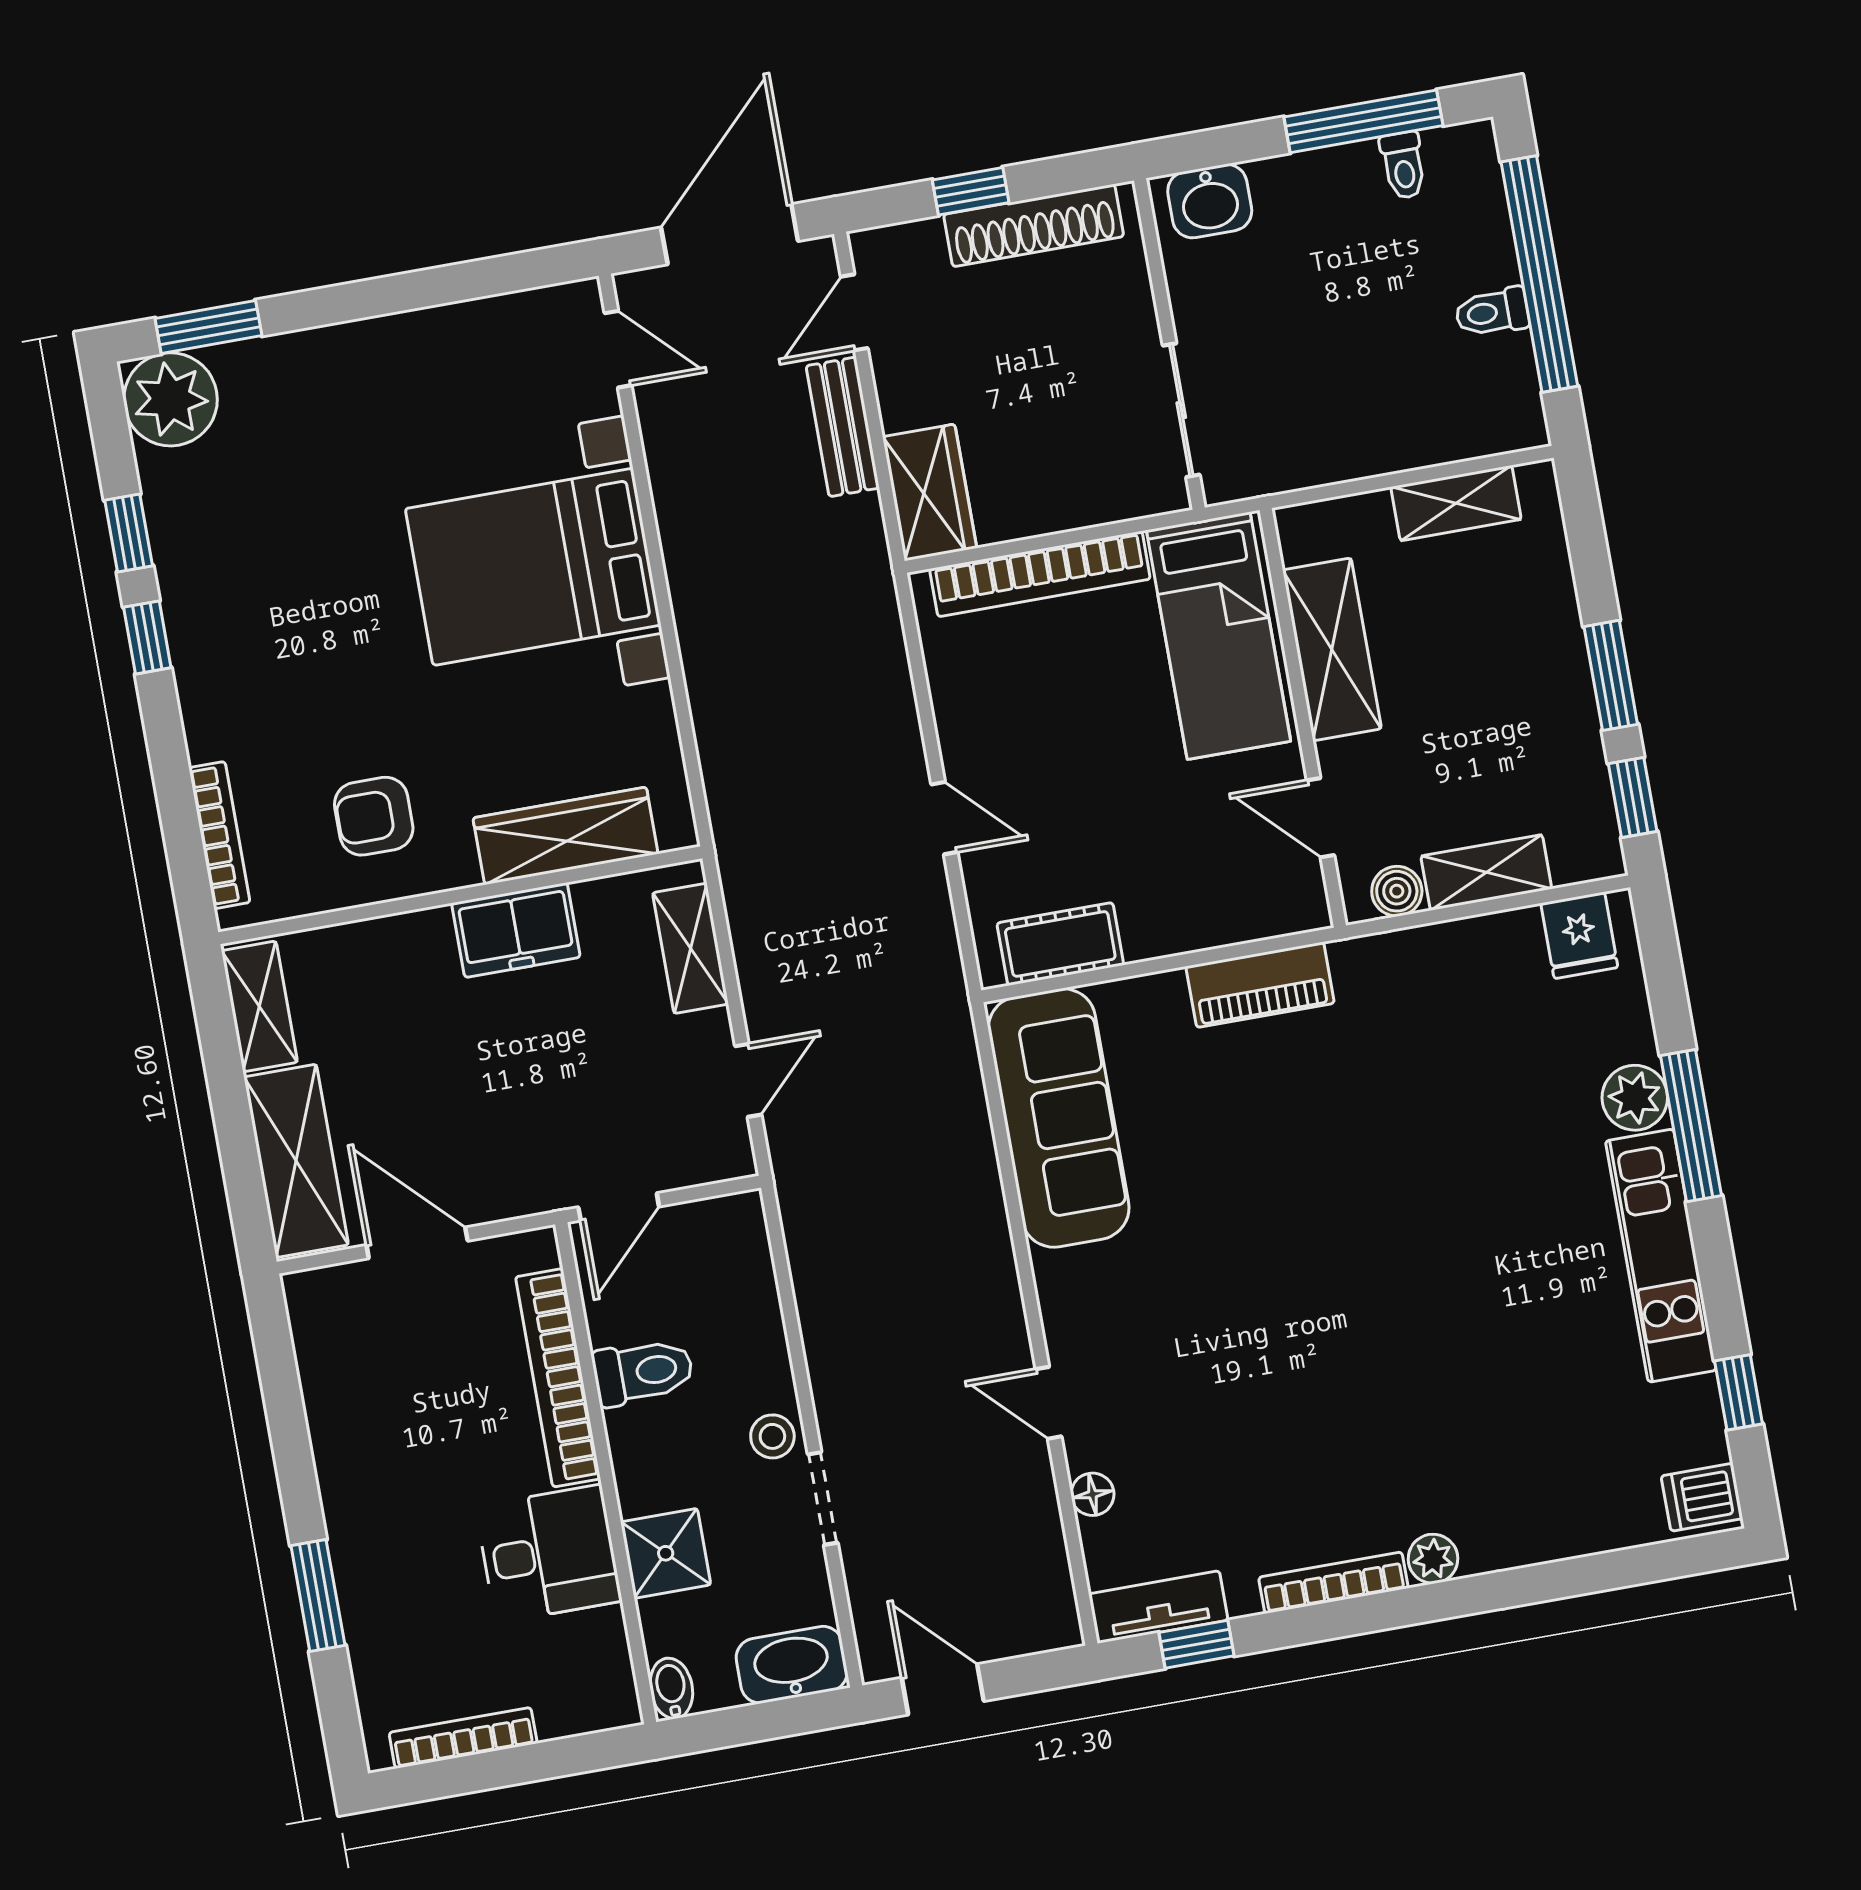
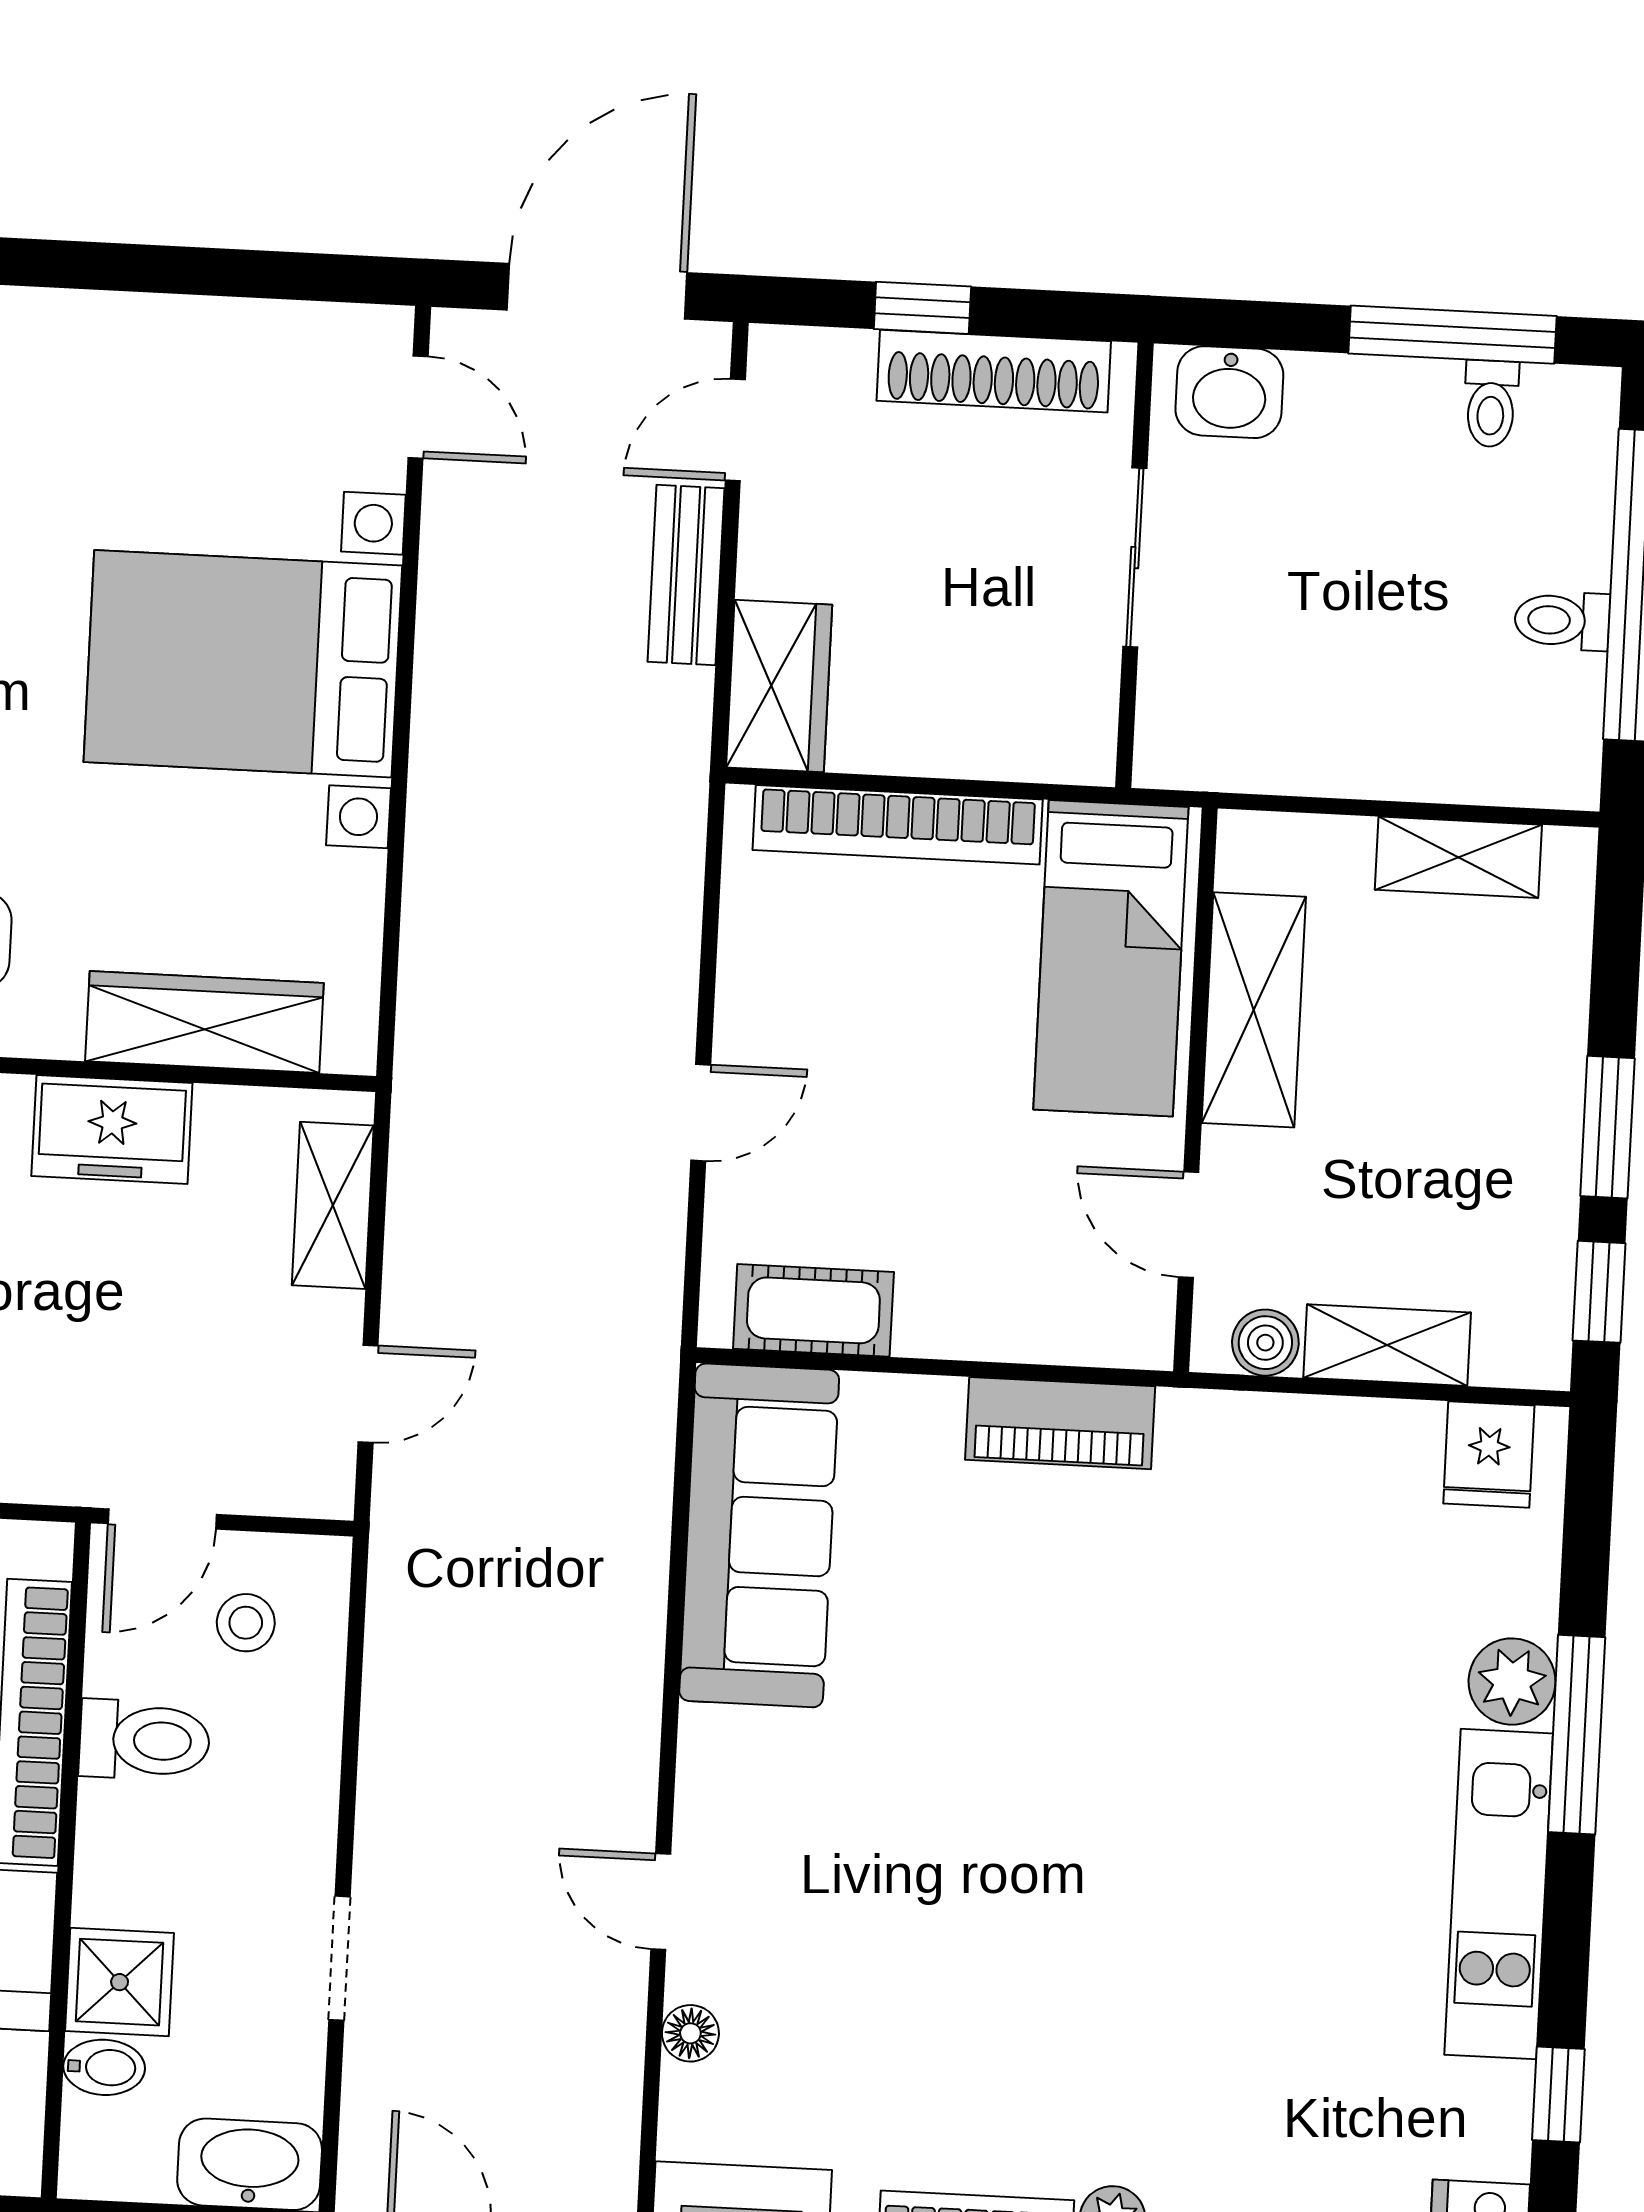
sliding door: (1181, 410) -> (1135, 558), moved
door: (944, 818) -> (701, 1113), hinge flipped
stool: (772, 1436) -> (246, 1623), moved
bidet: (671, 1688) -> (104, 2067), moved, turned 90

